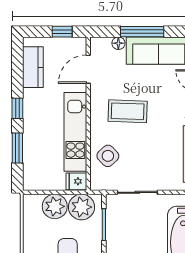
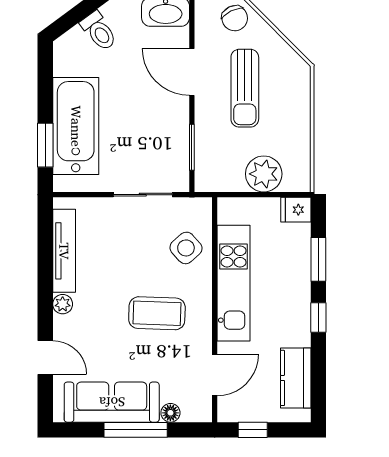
fridge: (76, 181) -> (296, 210), moved, turned 180
plant: (82, 207) -> (225, 173), removed

